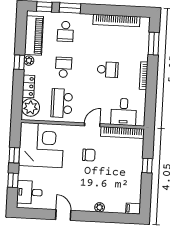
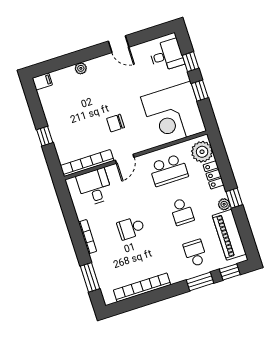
school desk: (62, 103) -> (169, 170), turned 90

